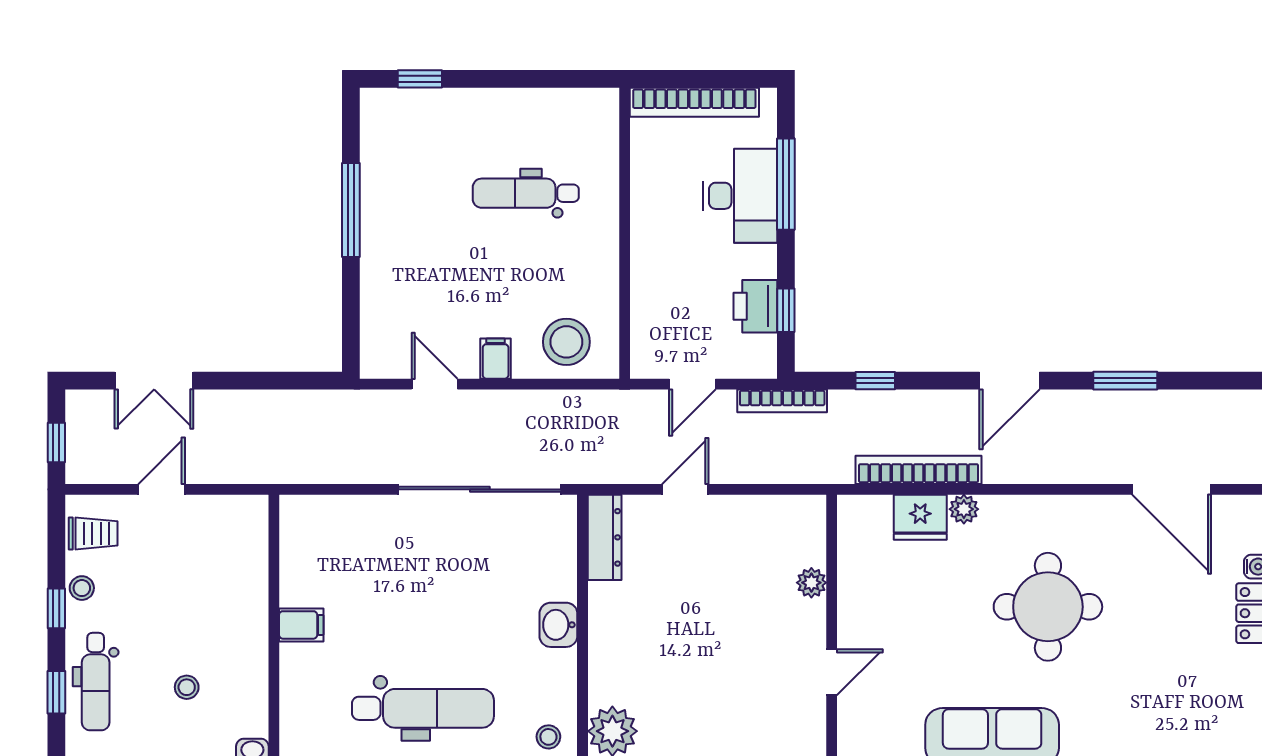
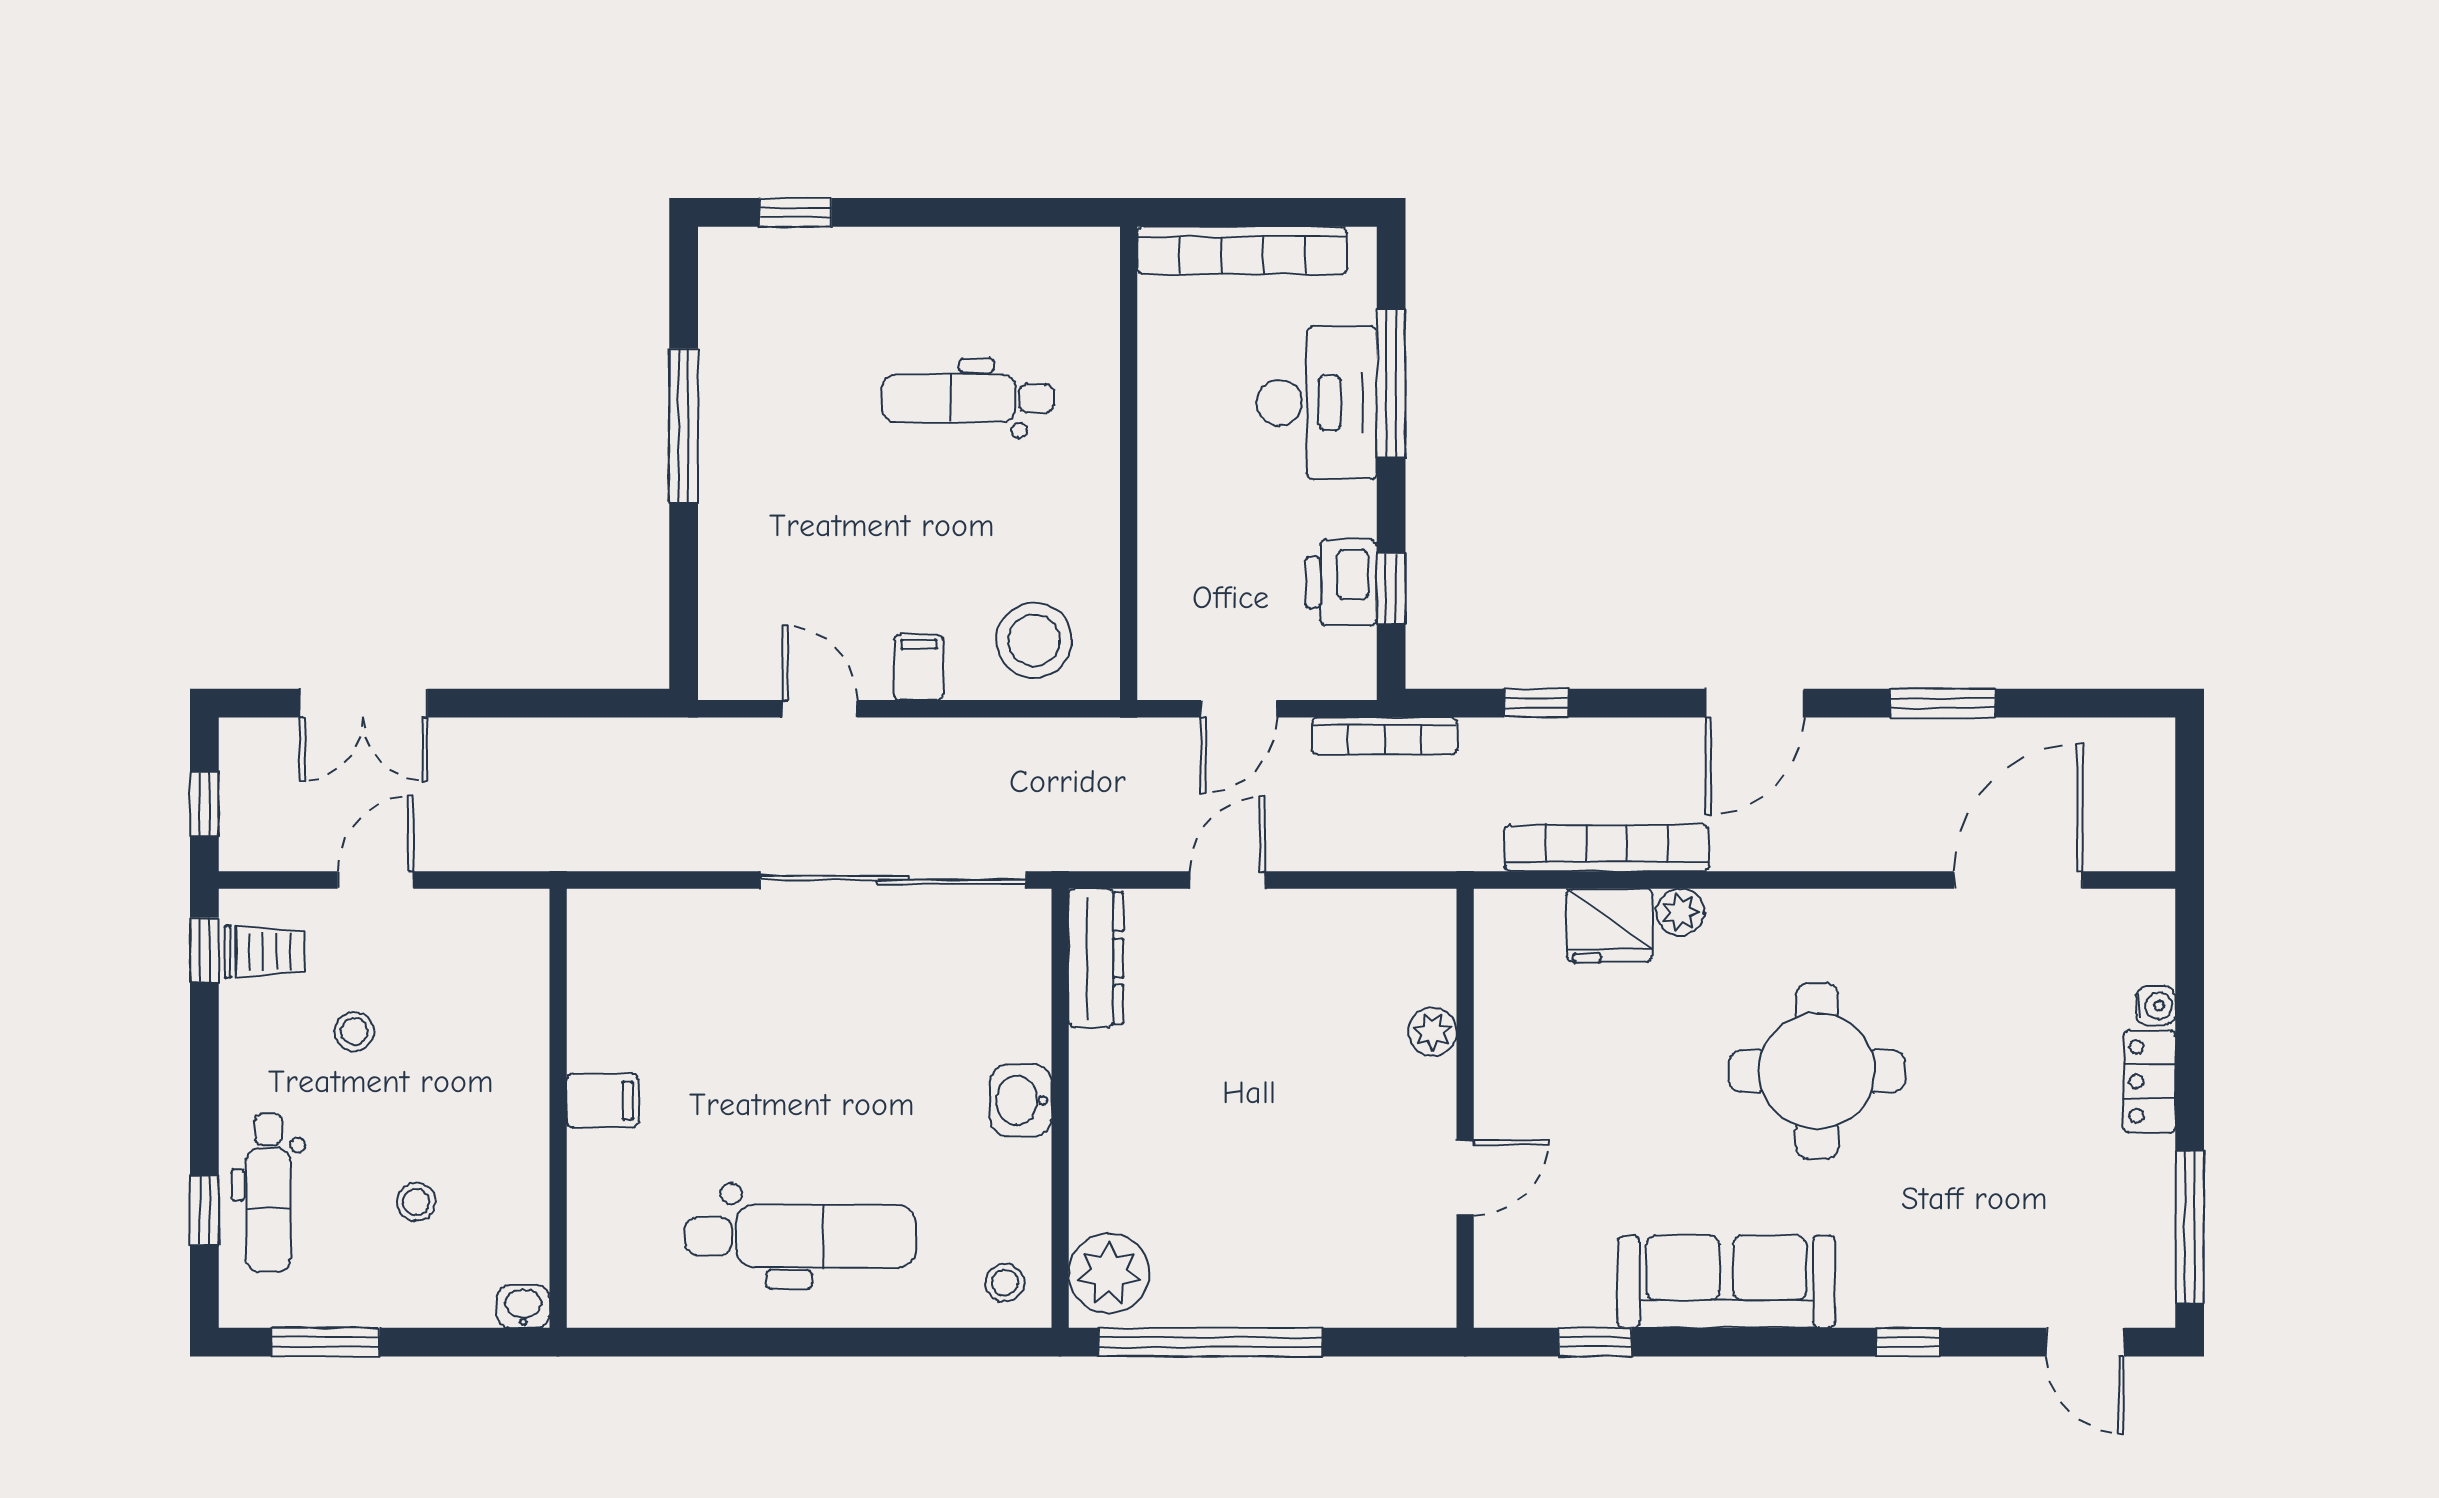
door: (1172, 489) -> (2018, 880), swing flipped
stool: (82, 588) -> (354, 1032), moved
window: (56, 608) -> (204, 950), moved

